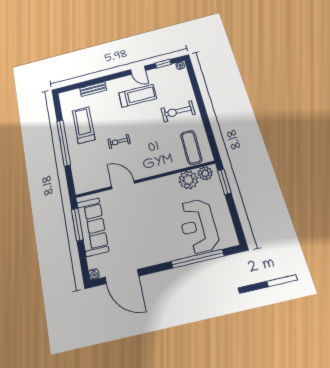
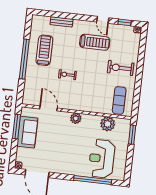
plant: (205, 173) -> (76, 118), moved
door: (123, 185) -> (48, 108), moved
sofa: (93, 227) -> (27, 132), width x0.73

